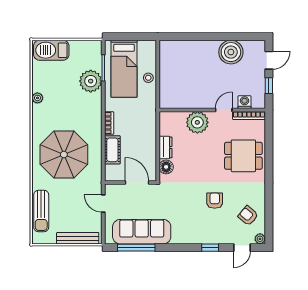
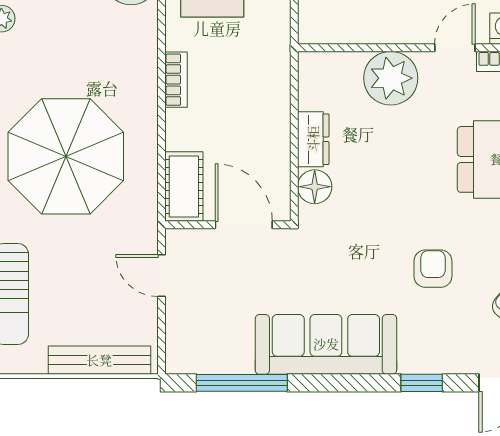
cot: (112, 150) -> (184, 186), moved
sofa: (142, 232) -> (326, 344), moved

